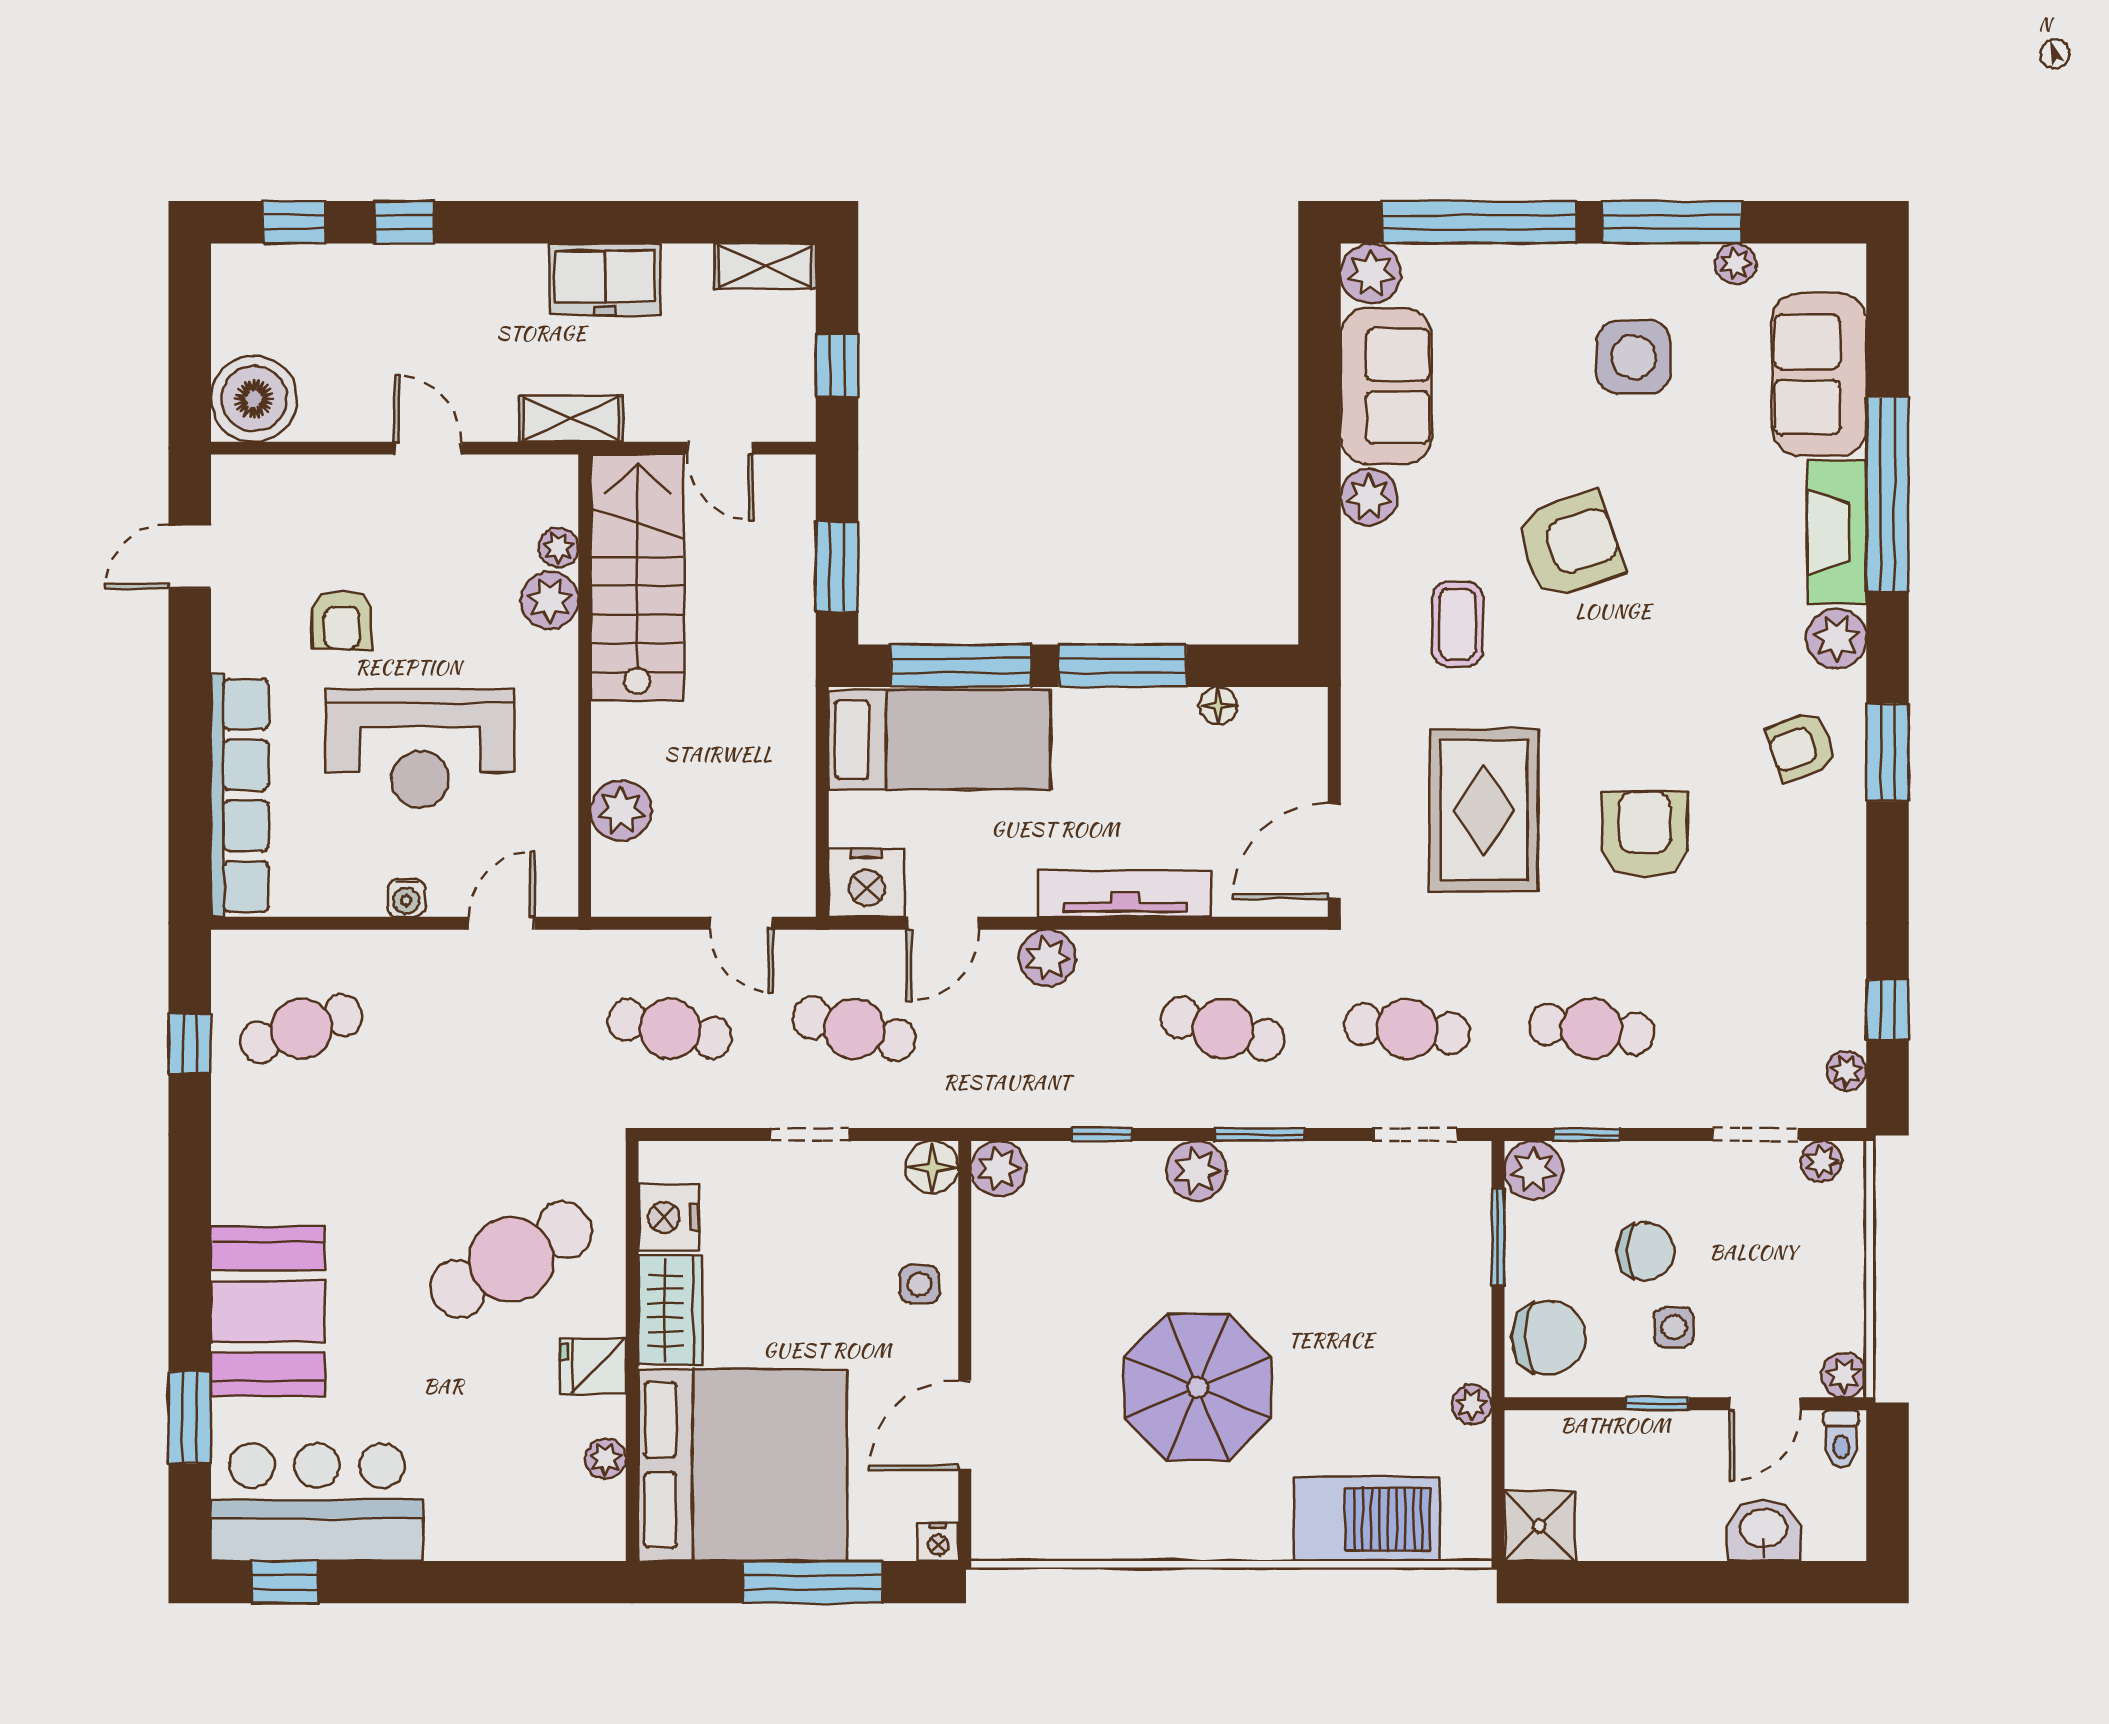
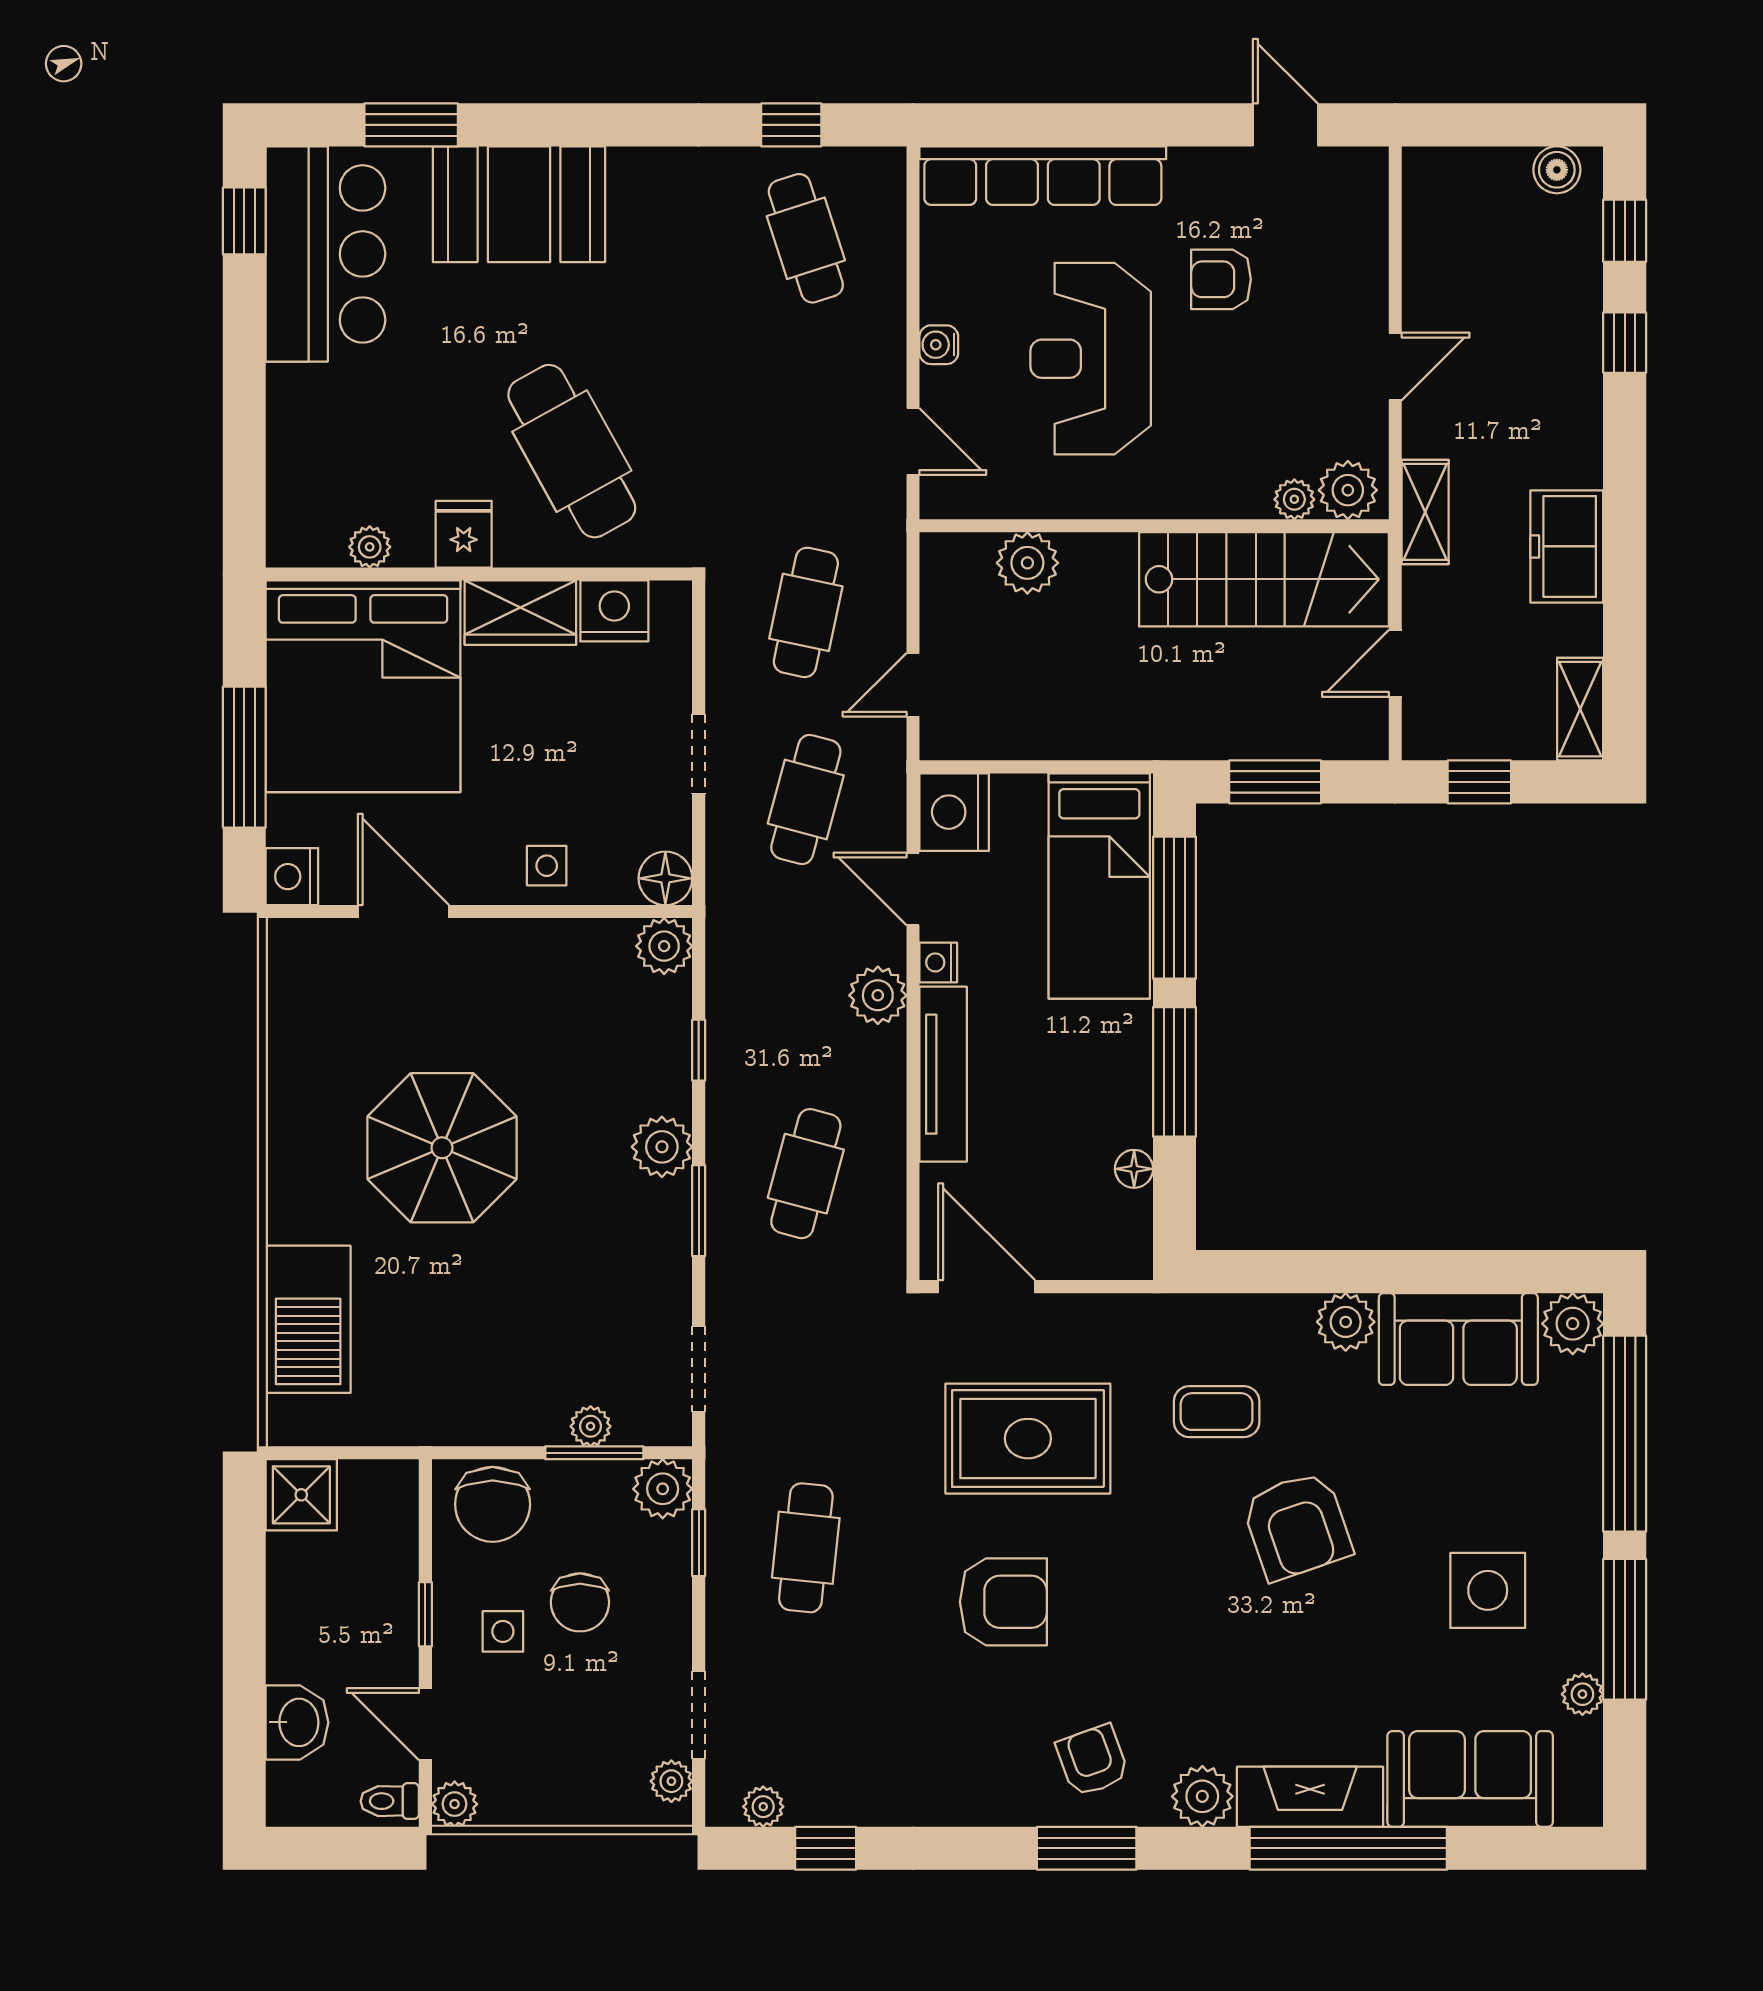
boiler: (254, 399) -> (1557, 170), moved, width x0.54, depth x0.54
plant: (550, 600) -> (1348, 490), moved
nightstand: (1015, 898) -> (938, 962), added
cafe table: (1407, 1029) -> (806, 1361), removed
plant: (1472, 1404) -> (591, 1426), moved
nightstand: (938, 1542) -> (292, 877), width x1.39, depth x1.35

